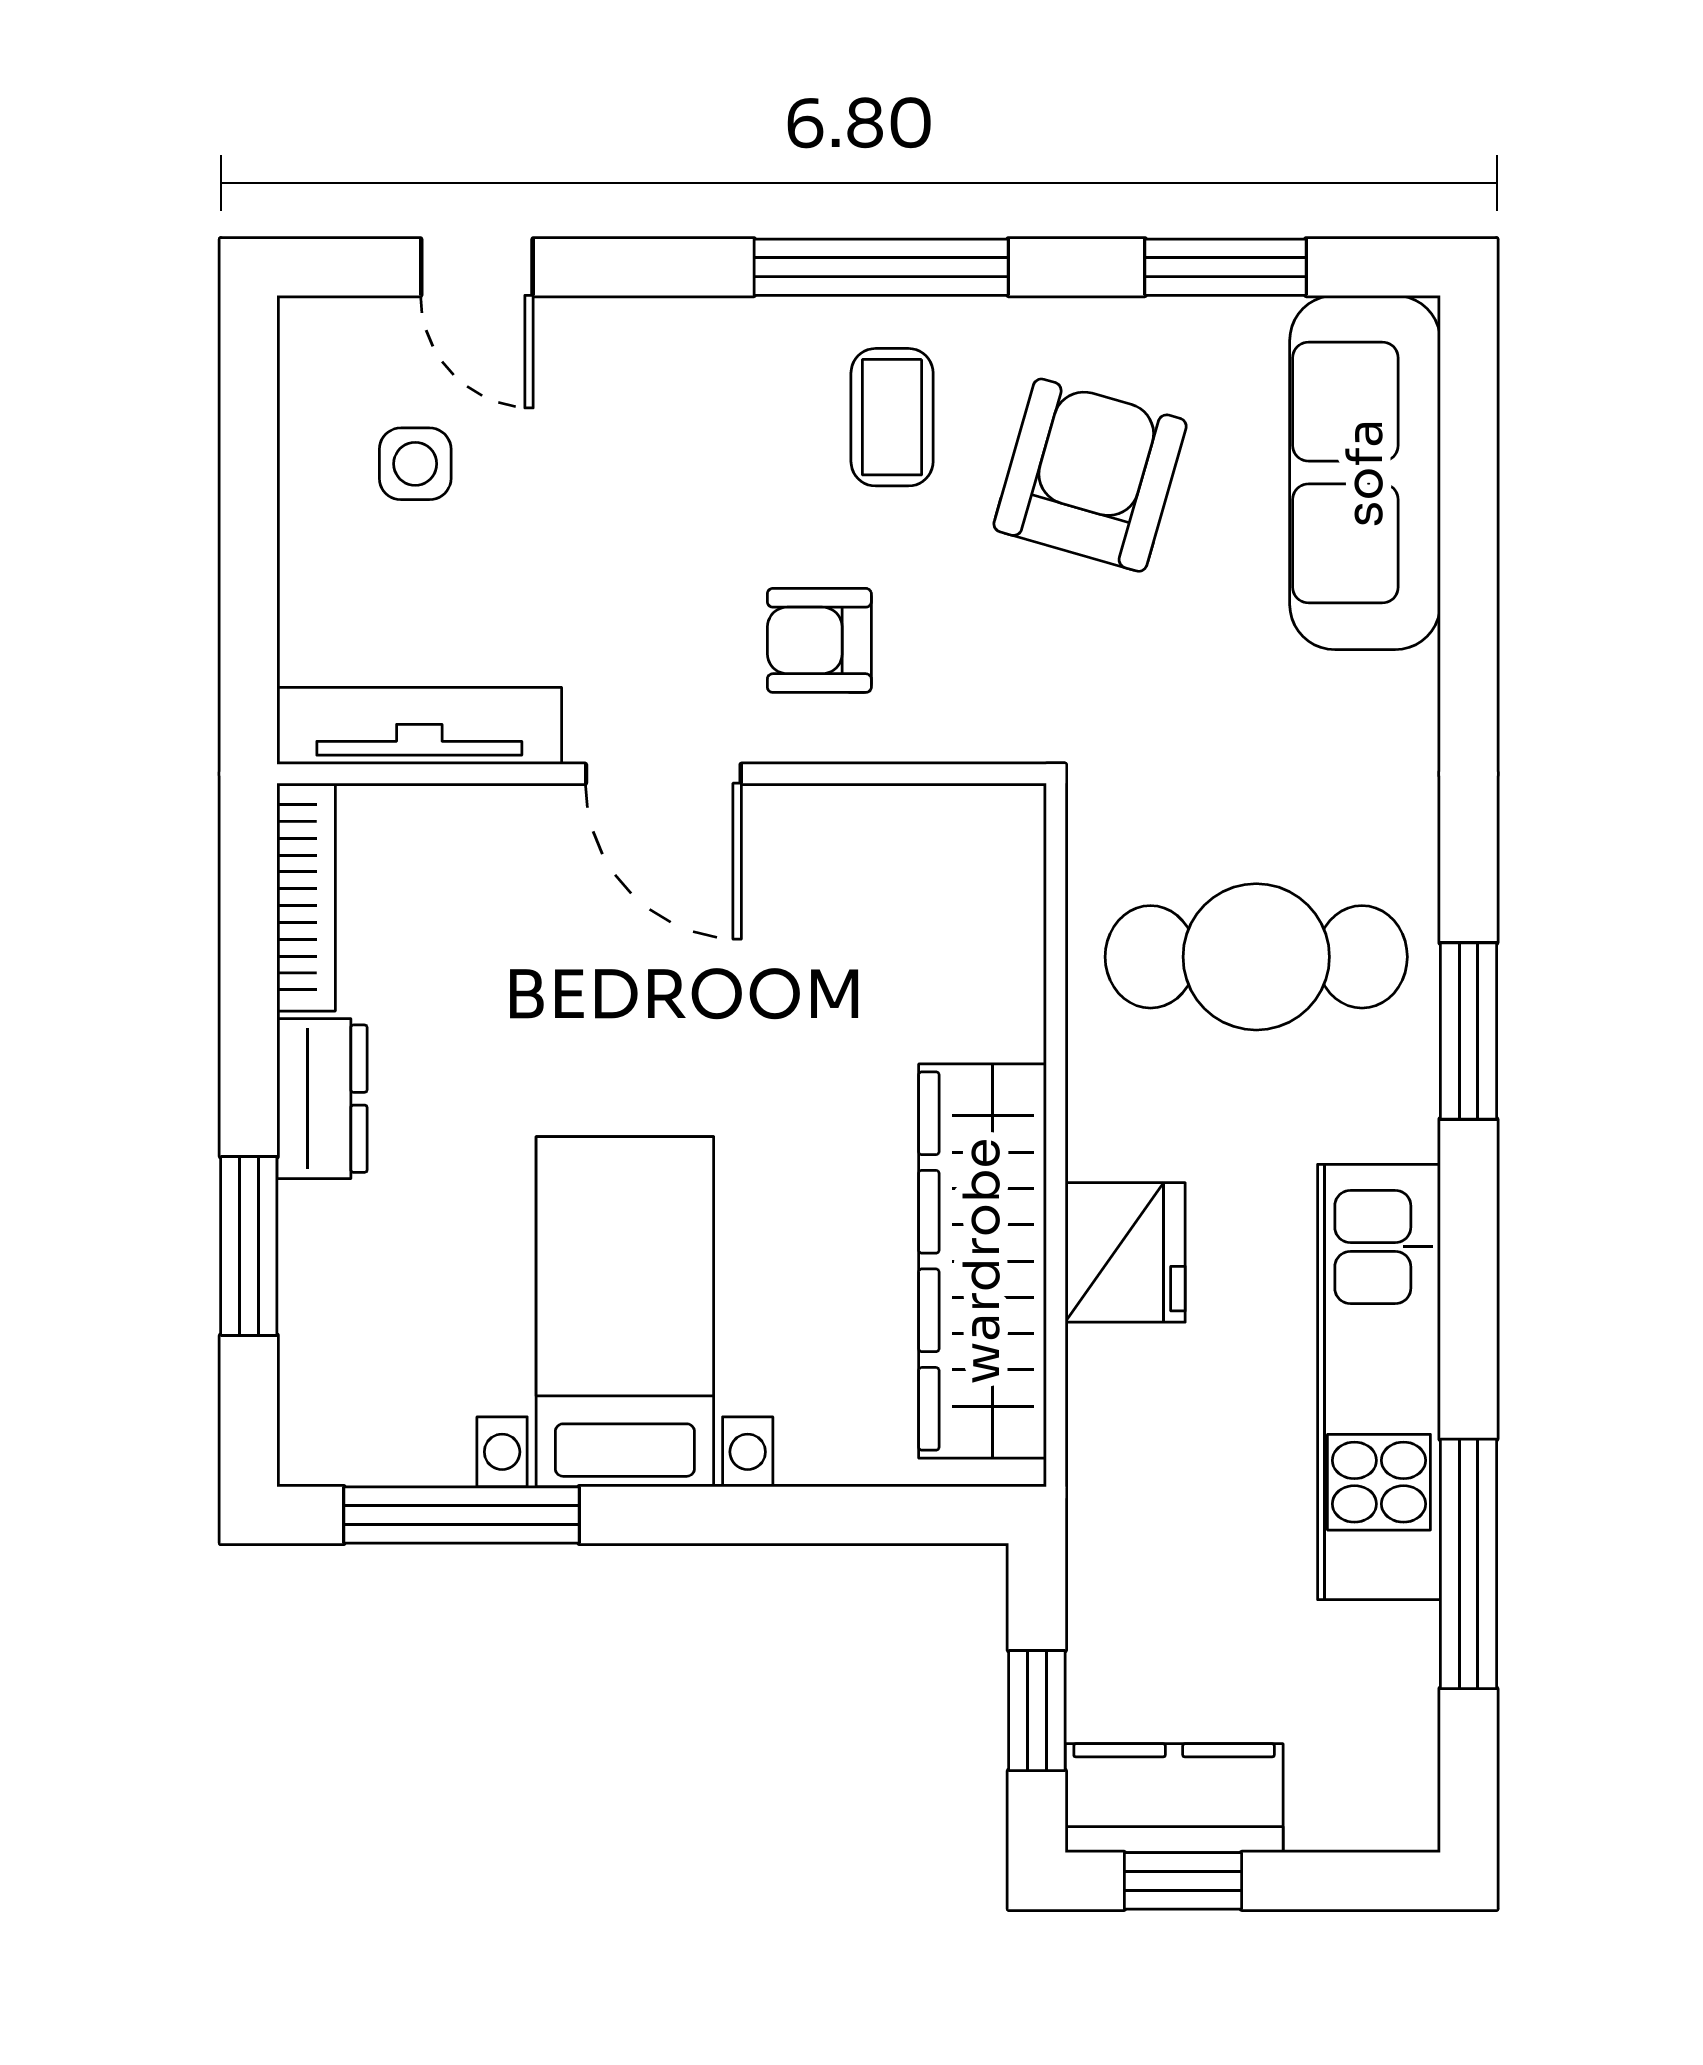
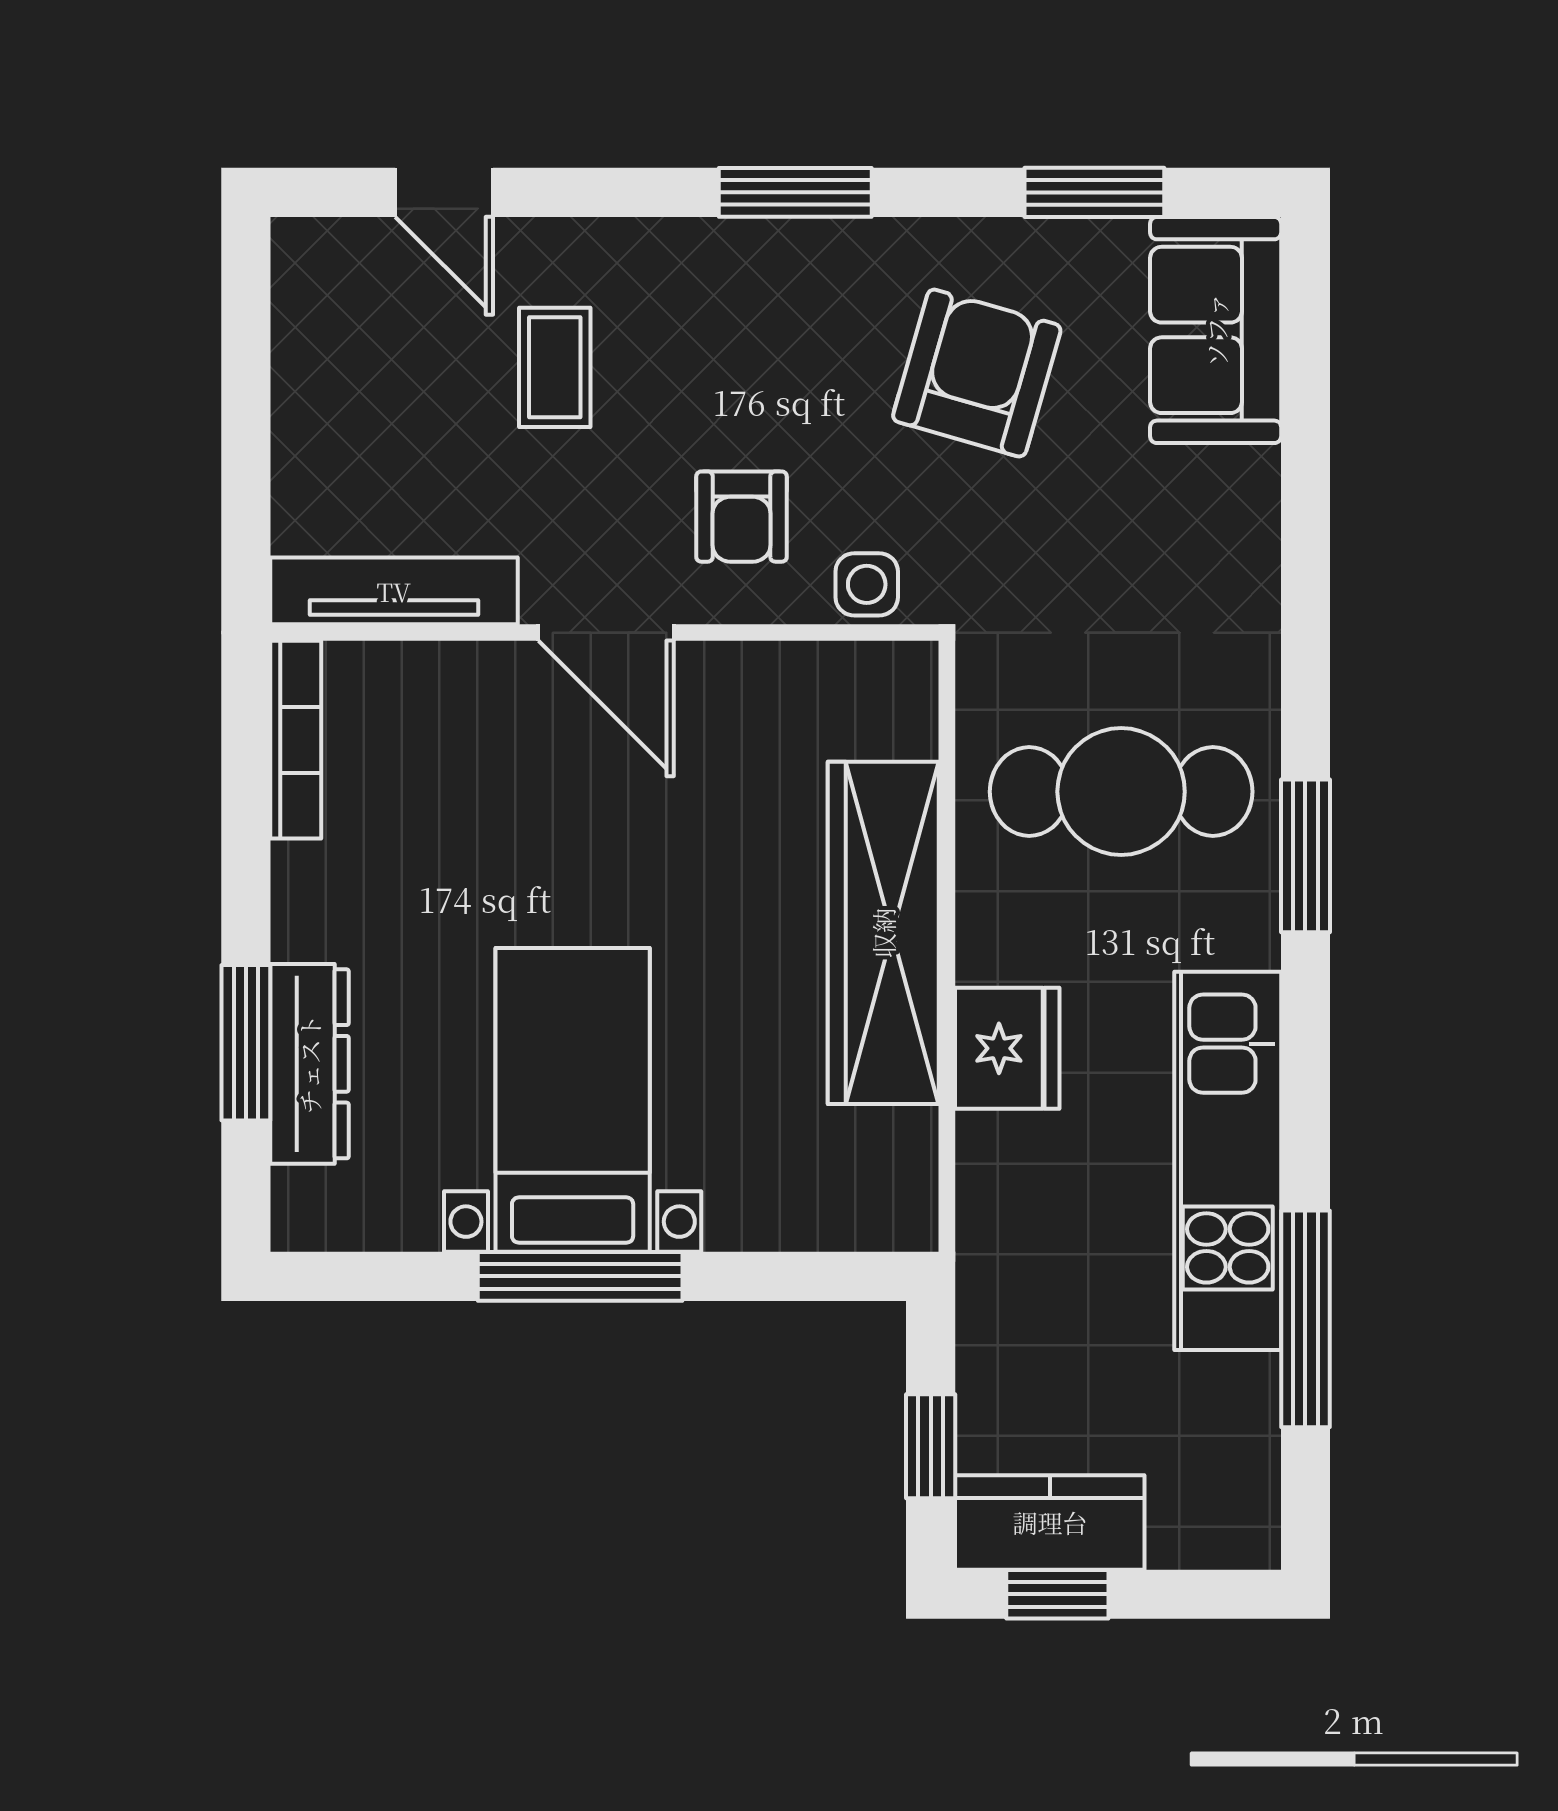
window: (881, 267) -> (795, 192), width x0.69
coffee table: (892, 417) -> (555, 367), moved
side table: (415, 464) -> (867, 584), moved
sofa: (1365, 473) -> (1216, 330), width x0.73
armchair: (819, 640) -> (742, 517), turned -90
dresser: (322, 1099) -> (309, 1064), moved, width x1.44
wardrobe: (982, 1261) -> (883, 933), moved
window: (461, 1515) -> (580, 1276), moved

